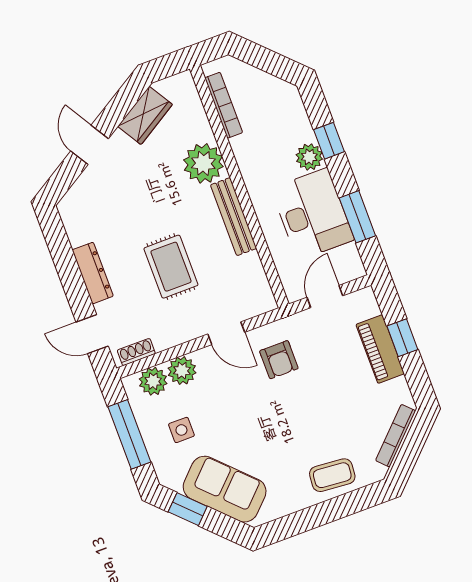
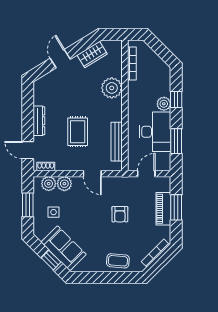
bench: (234, 217) -> (117, 142), moved
window: (402, 338) -> (176, 207), width x1.50
armchair: (279, 360) -> (120, 214), moved
window: (129, 434) -> (28, 205), width x0.69
window: (188, 509) -> (51, 260), moved

